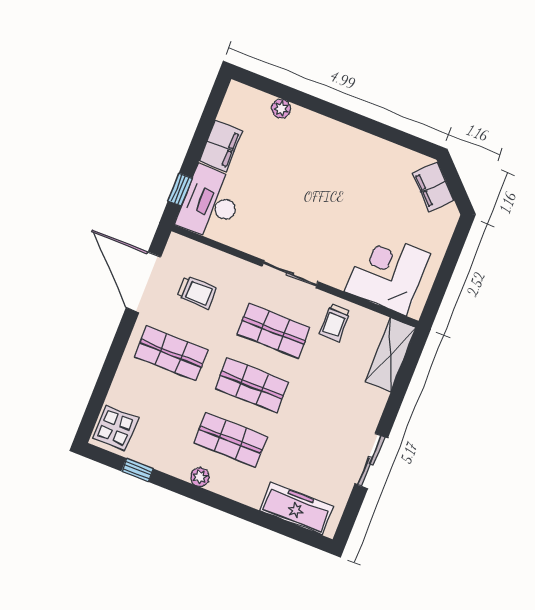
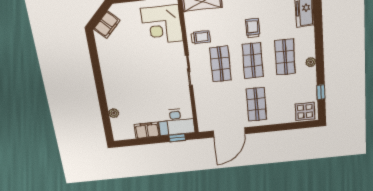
trolley: (197, 292) -> (253, 28), moved

